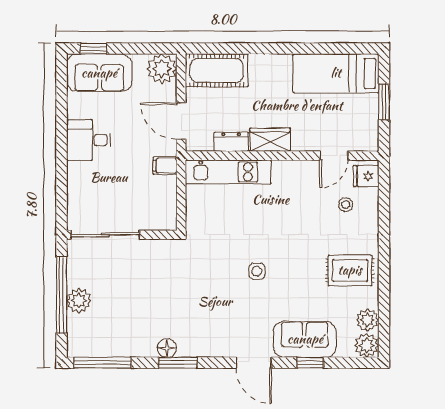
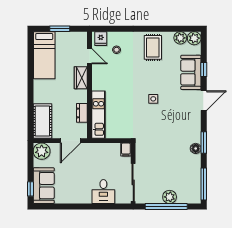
desk: (89, 140) -> (103, 192), moved
wardrobe: (270, 140) -> (81, 78), moved
filing cabinet: (165, 166) -> (126, 149), moved

